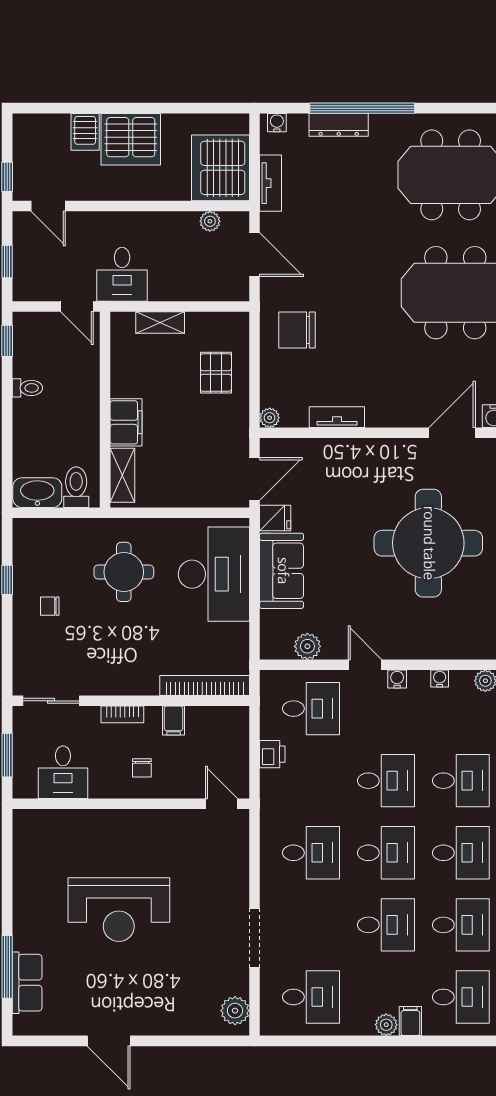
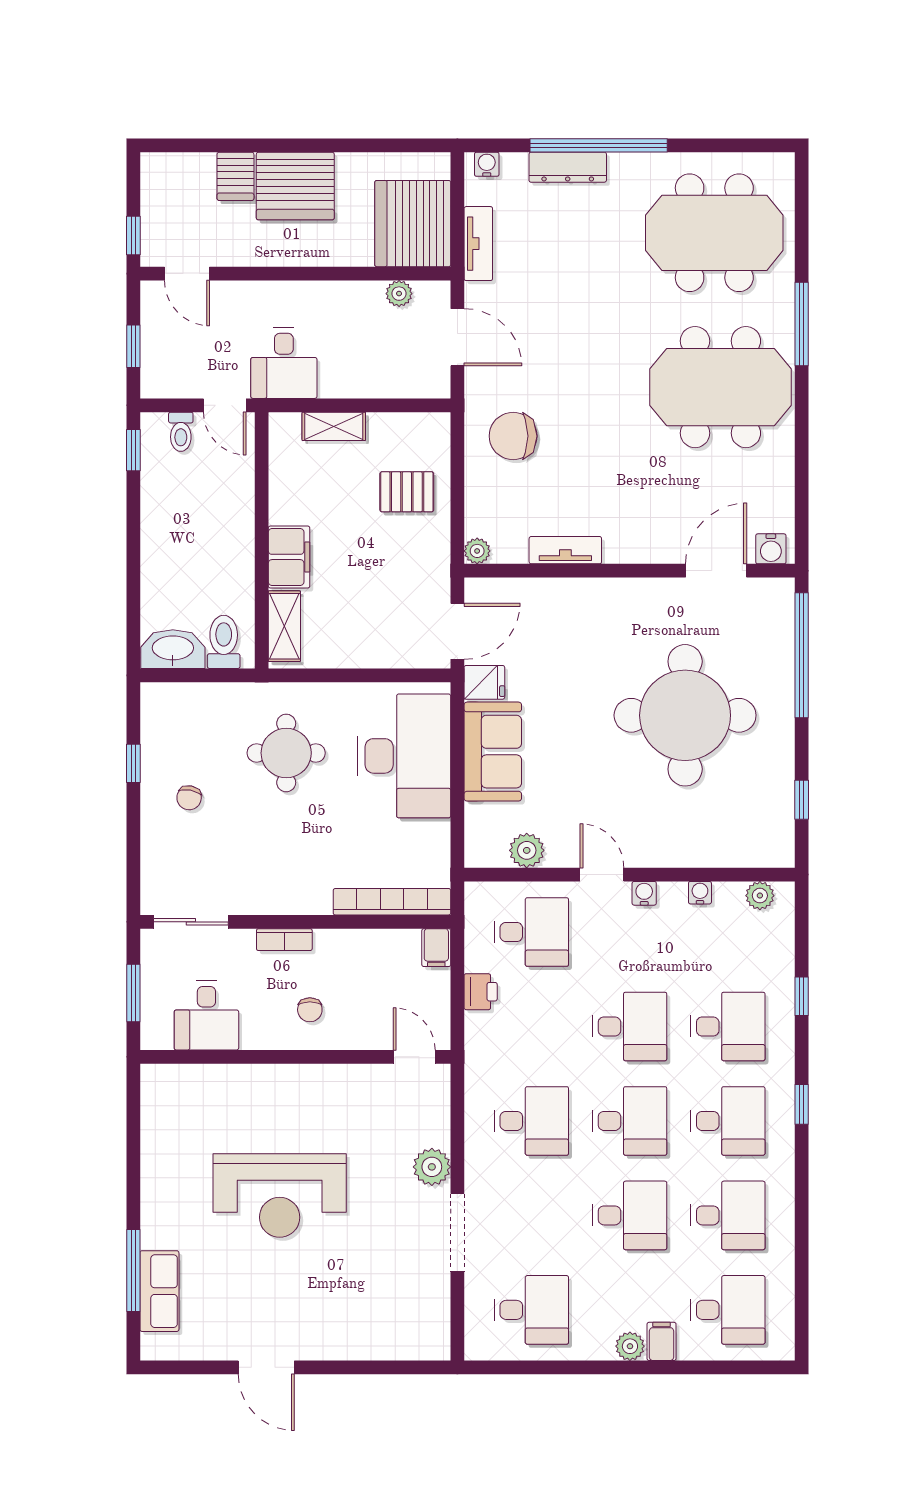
pallet: (216, 373) -> (407, 492), turned 90
toilet: (27, 388) -> (181, 432), moved, turned 90
chair: (50, 606) -> (189, 798), turned -79
filing cabinet: (173, 720) -> (436, 948), moved
plant: (235, 1011) -> (432, 1167), moved

